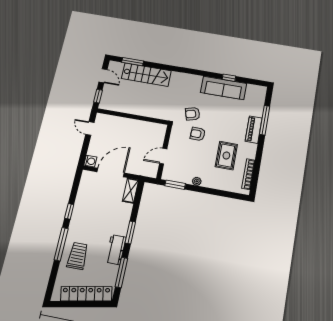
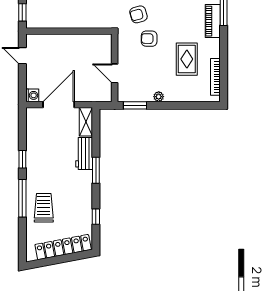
door: (163, 156) -> (115, 73), hinge flipped
workbench: (116, 250) -> (84, 153), moved
window: (121, 272) -> (96, 217), width x0.46

